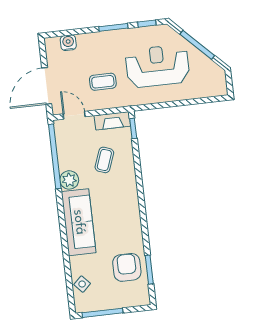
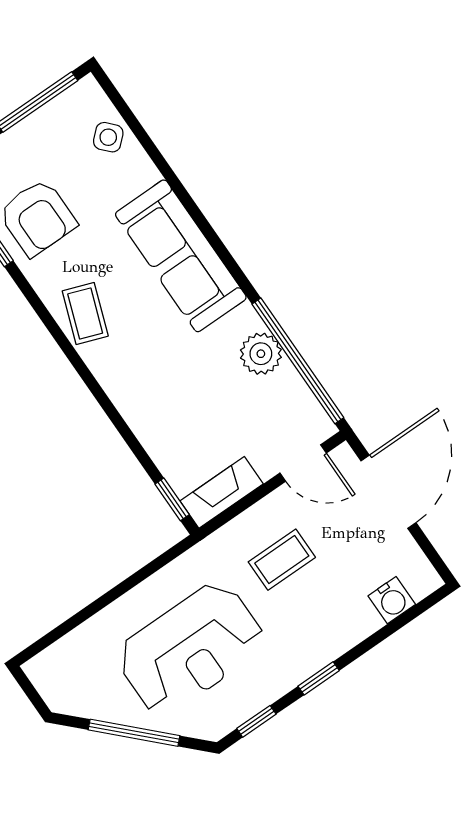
window: (113, 27) -> (319, 678), width x0.67
coffee table: (104, 160) -> (85, 313), moved
plant: (69, 180) -> (261, 354), moved

